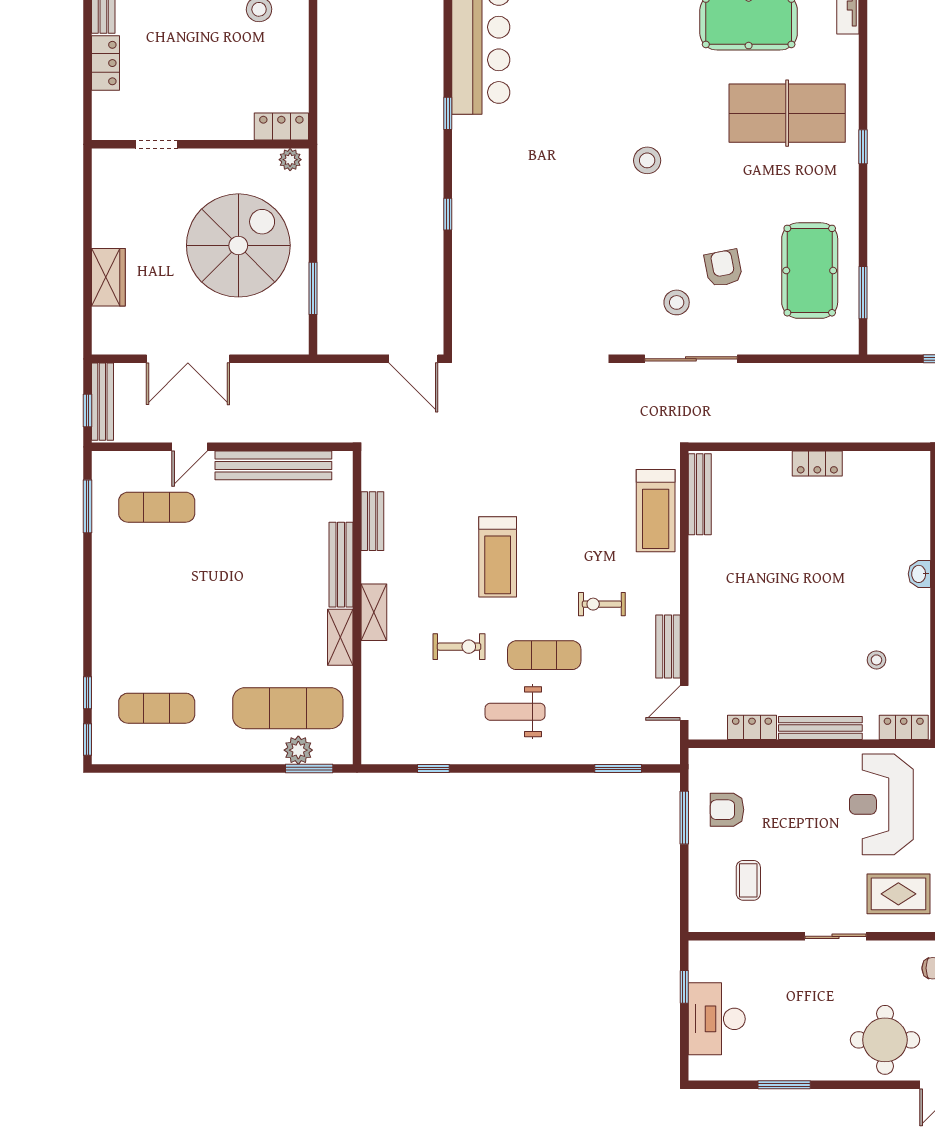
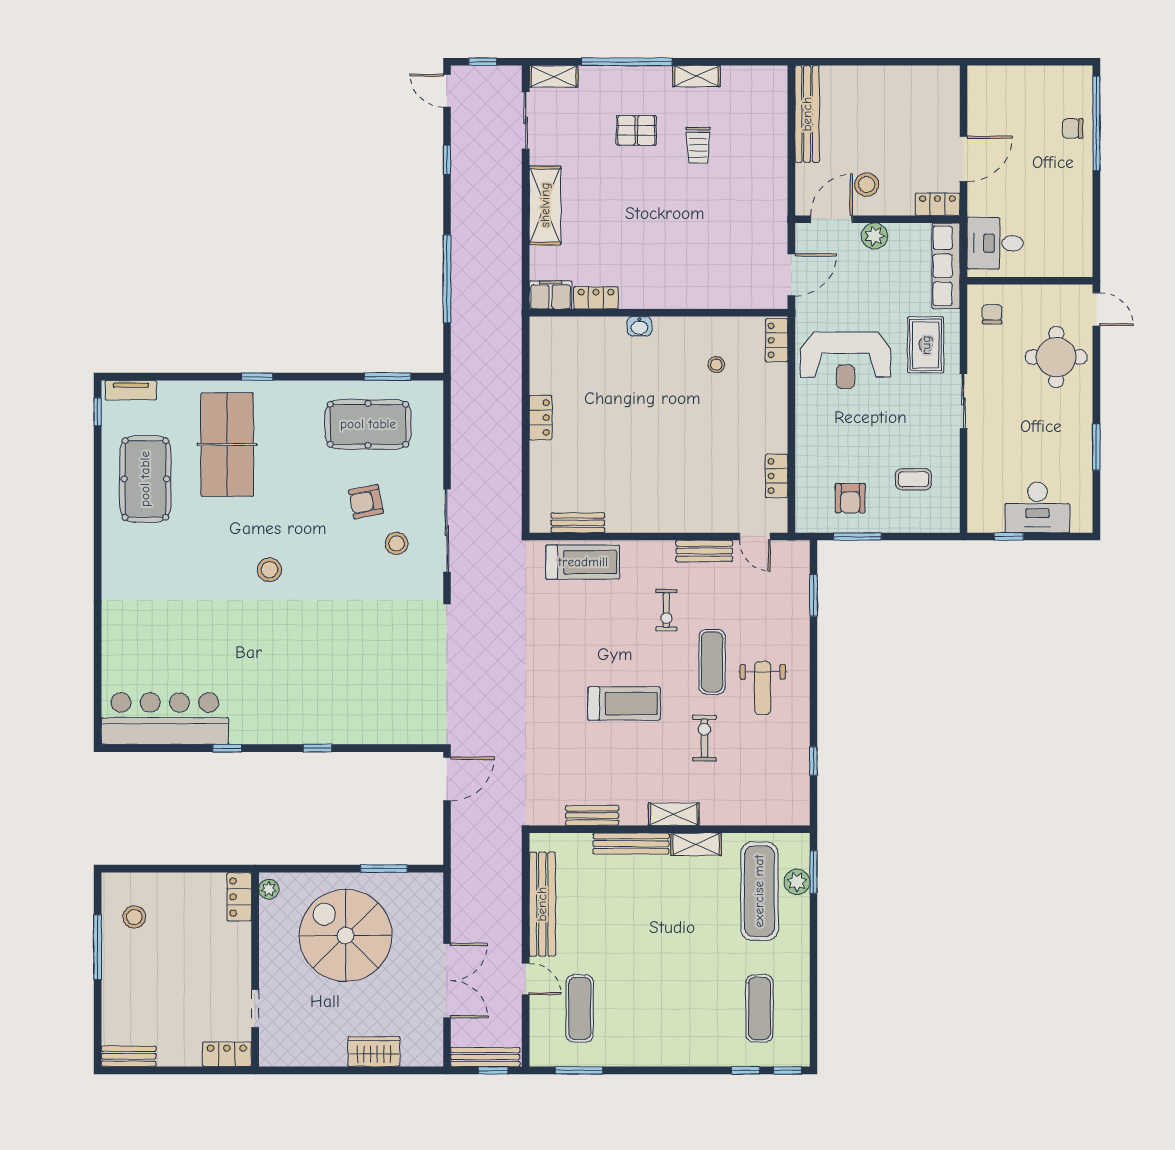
locker: (105, 63) -> (227, 1054), moved
bench: (700, 494) -> (578, 523), width x0.73
bench: (820, 728) -> (777, 415), removed

